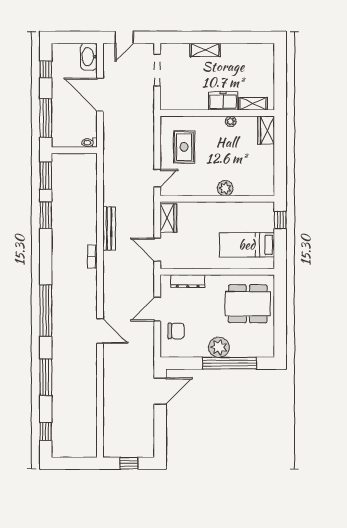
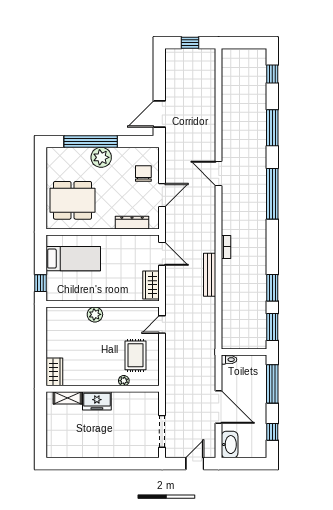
shelving: (205, 50) -> (115, 451), removed
plant: (231, 121) -> (124, 381), moved
chair: (176, 331) -> (143, 173), turned 90

